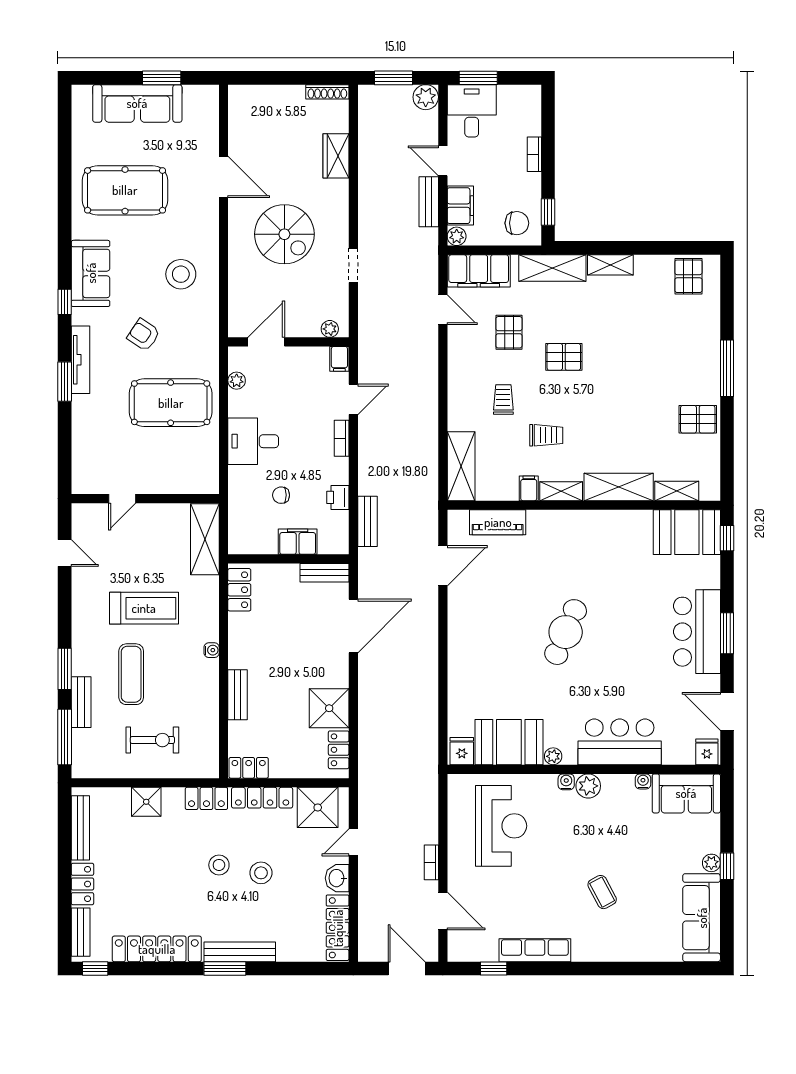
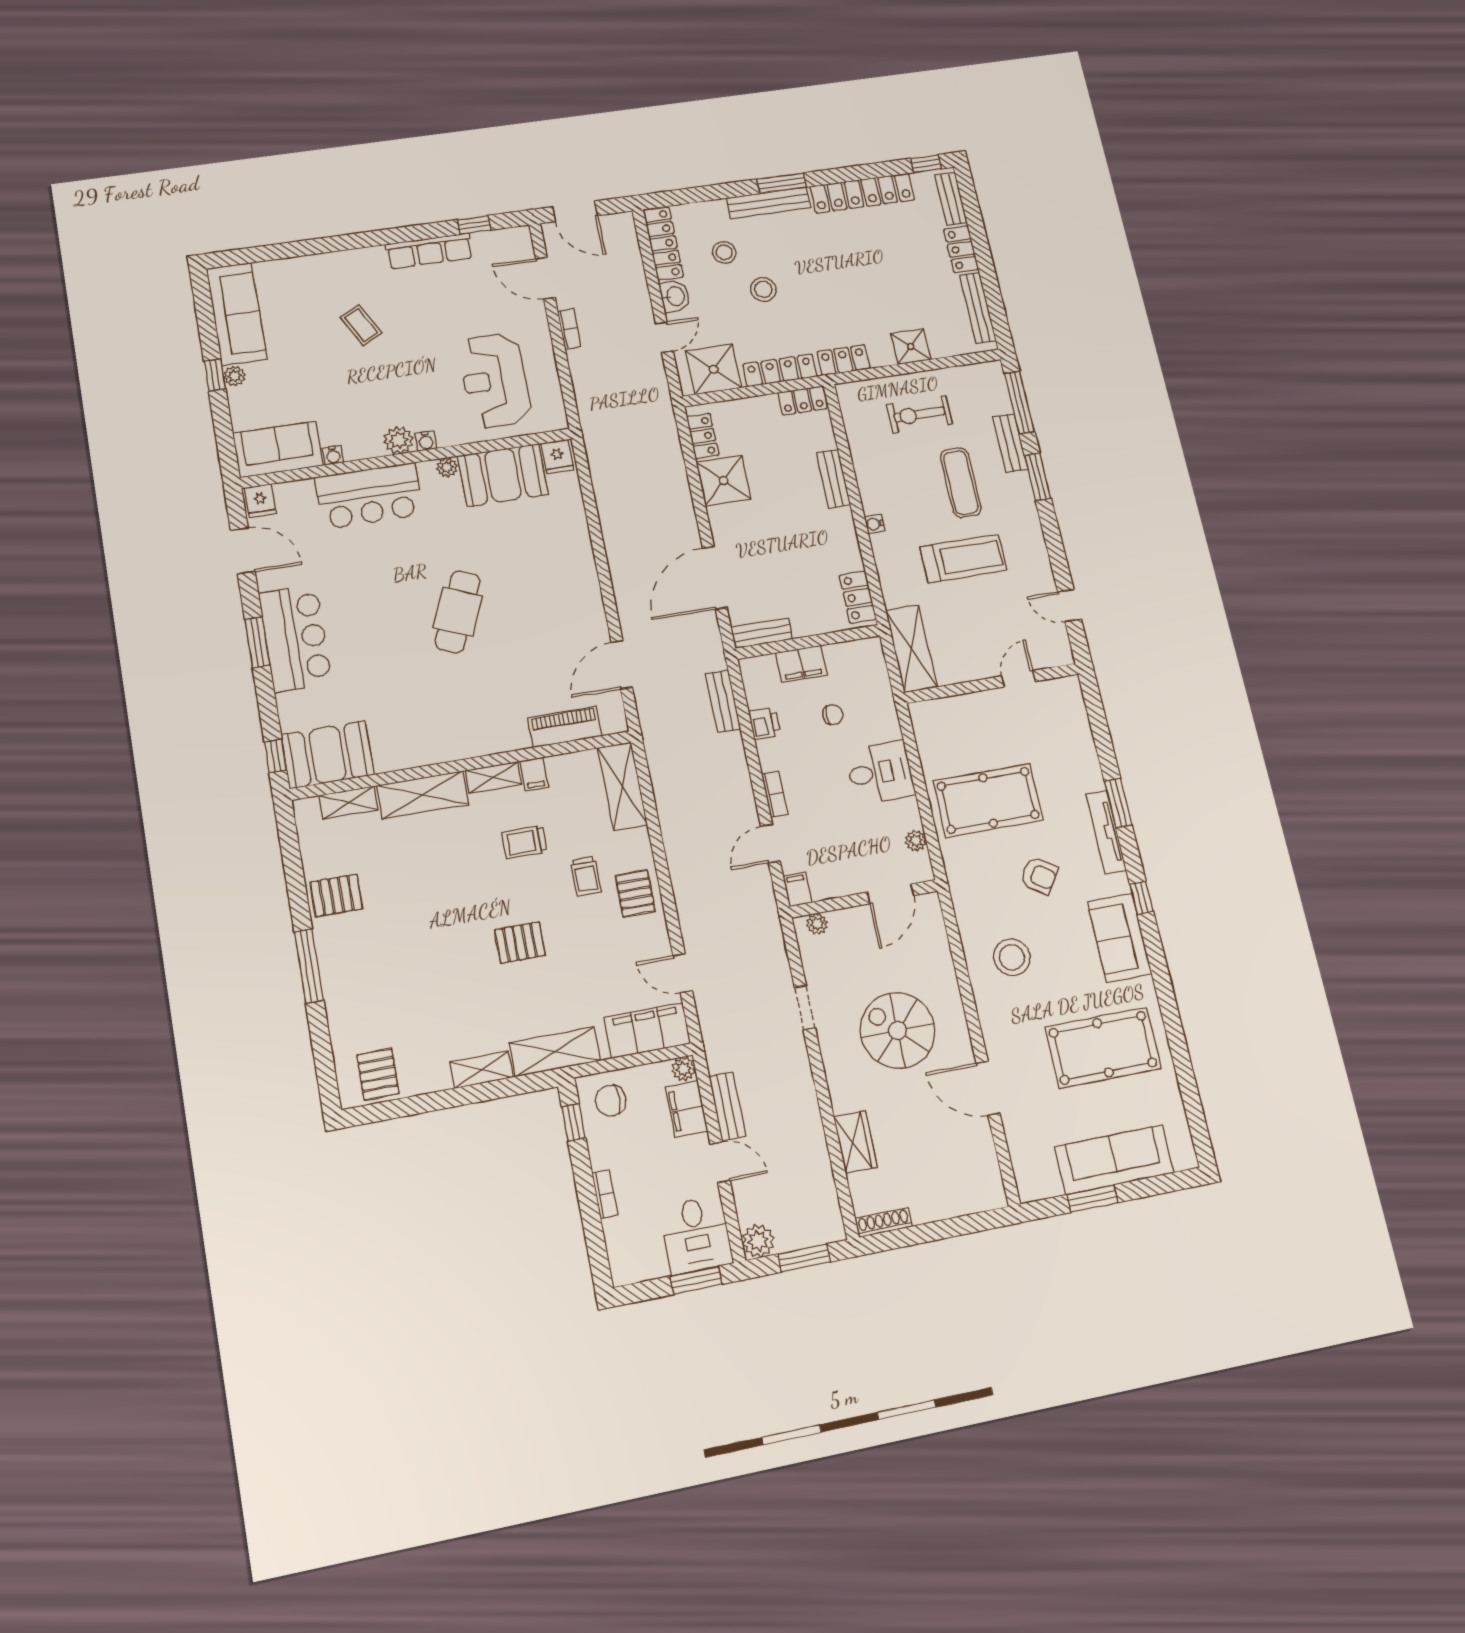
pallet: (509, 332) -> (635, 894), moved
treadmill: (144, 608) -> (963, 558), turned 180
stool: (219, 865) -> (724, 252), moved

